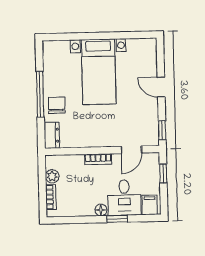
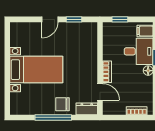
window: (162, 130) -> (74, 19), moved
door: (131, 150) -> (100, 92), moved
plant: (52, 176) -> (120, 109), removed

